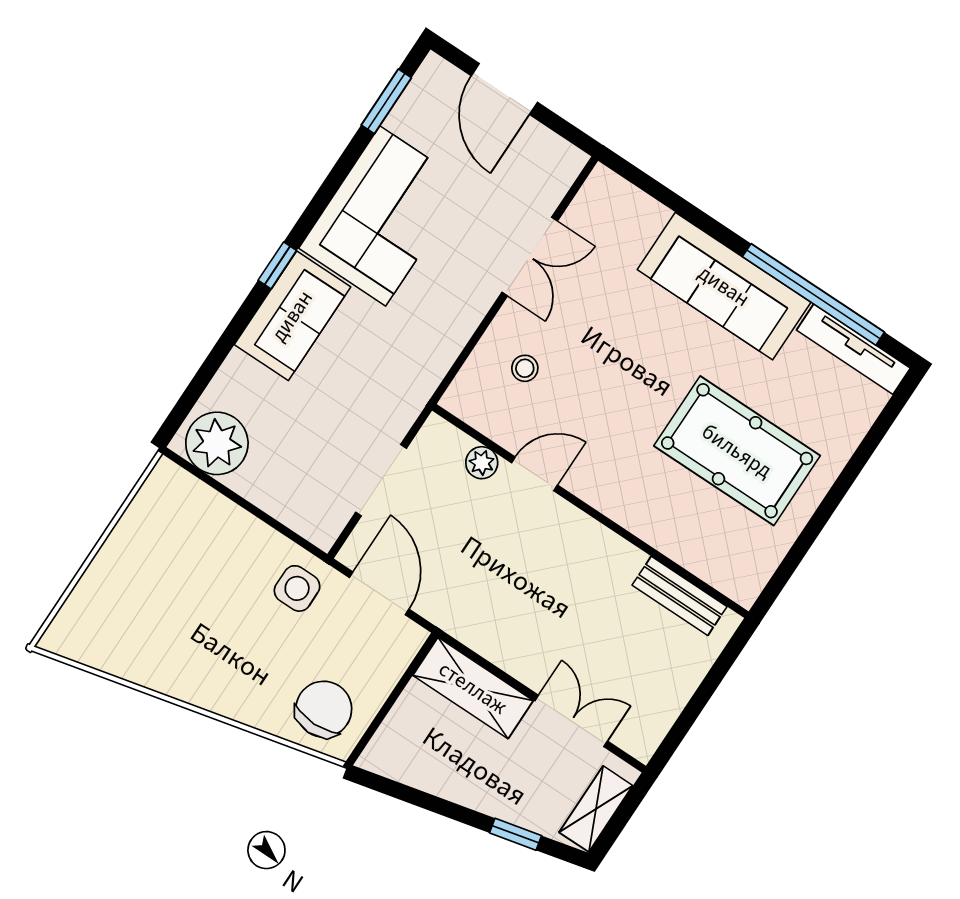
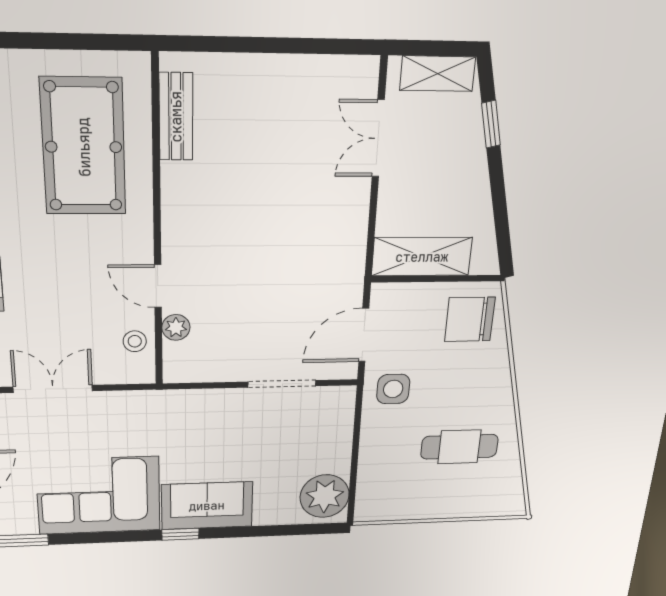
plant: (482, 463) -> (176, 327), moved
door: (535, 474) -> (158, 286), moved
wall: (590, 511) -> (157, 228), moved
bench: (680, 596) -> (176, 117), moved
cafe table: (178, 619) -> (459, 447), added
shelving: (473, 688) -> (422, 257), moved, turned 90

